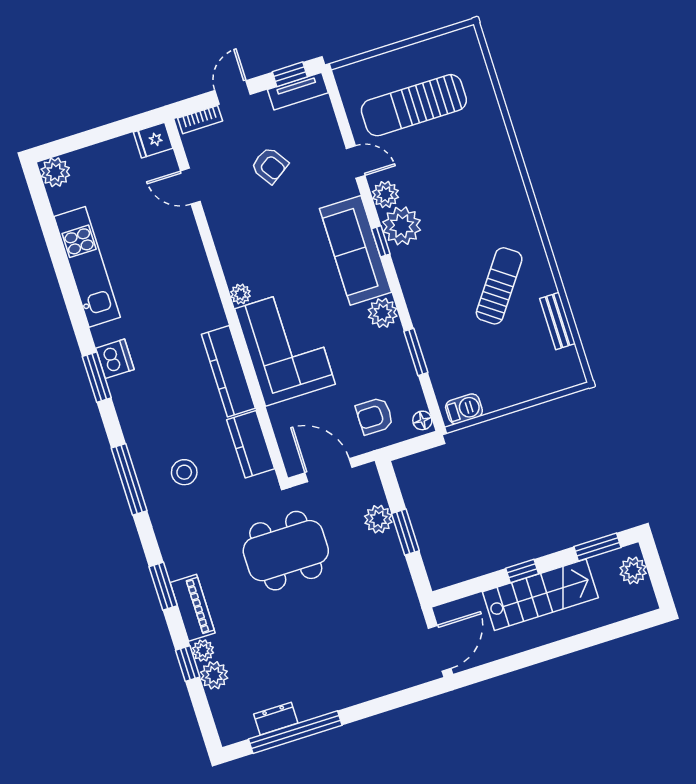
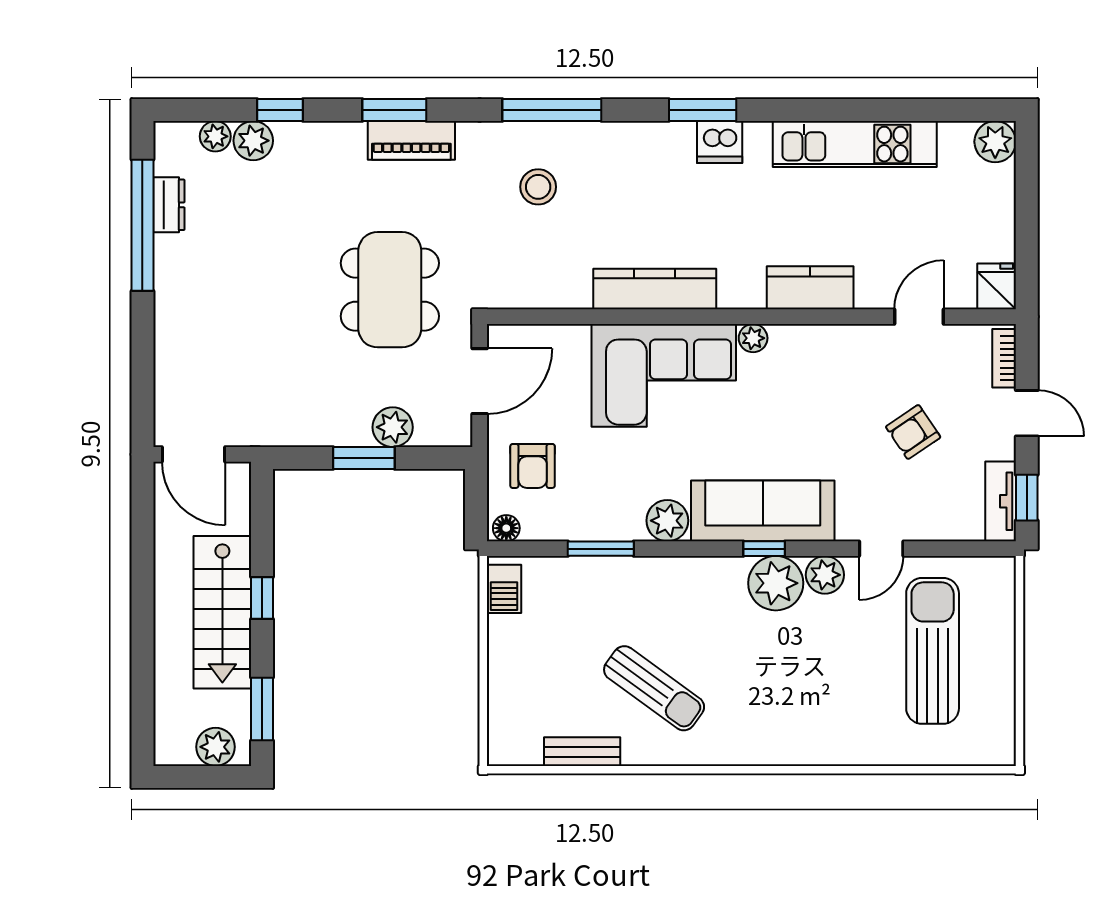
armchair: (375, 416) -> (533, 466), turned 180
kitchen counter: (251, 444) -> (810, 288), moved
piano: (193, 608) -> (411, 140), moved
plant: (203, 650) -> (215, 136), moved

